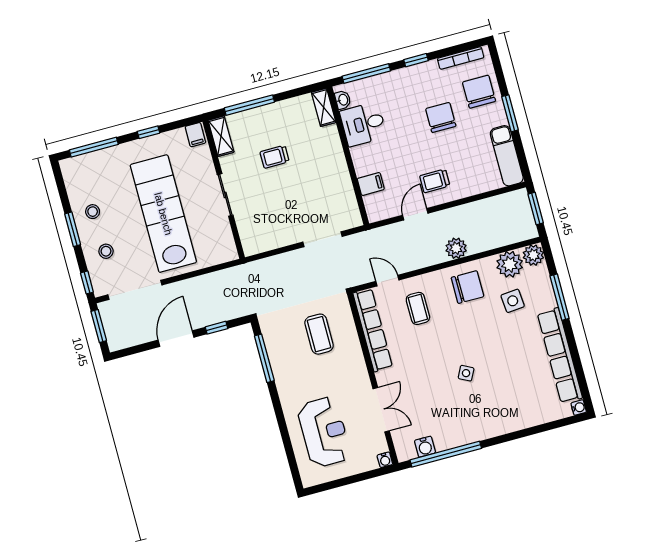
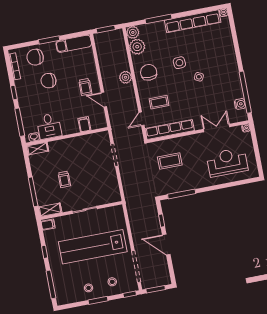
side table: (513, 301) -> (179, 63), moved

